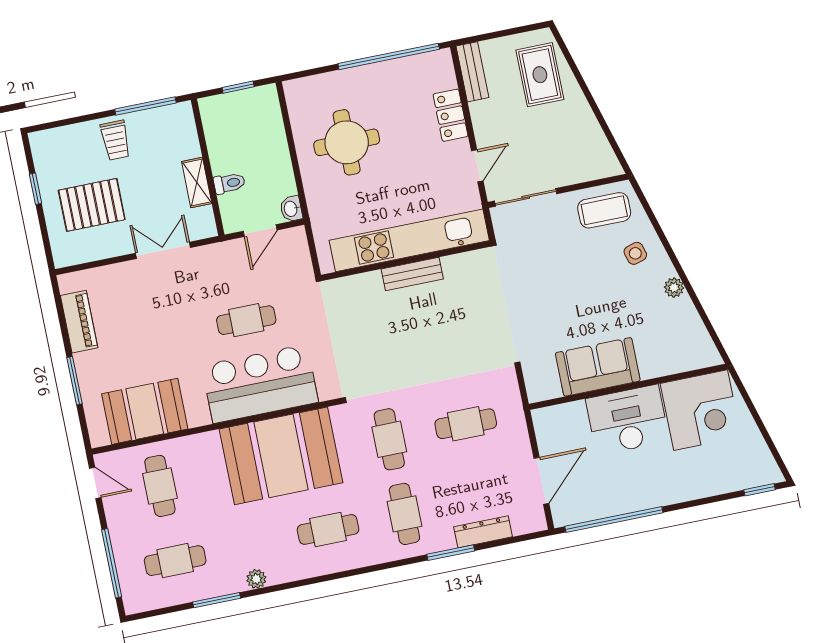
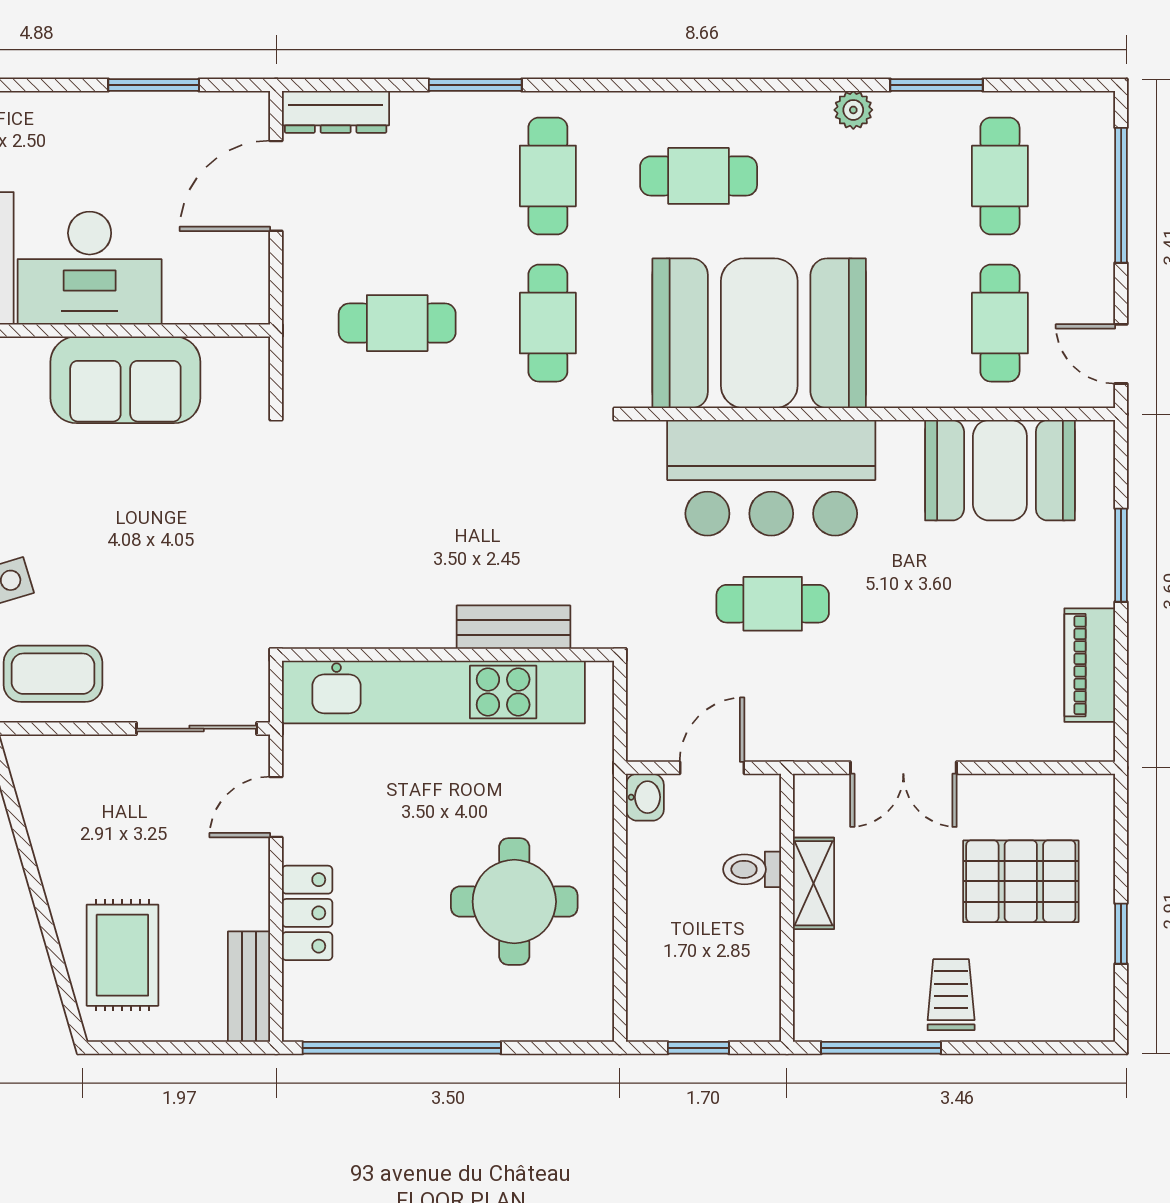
bench: (412, 274) -> (514, 627), moved
window: (614, 519) -> (154, 85), width x0.47
dresser: (483, 532) -> (336, 112), moved
cafe table: (175, 561) -> (1000, 176), turned 90

